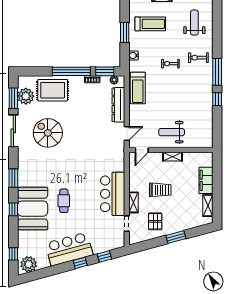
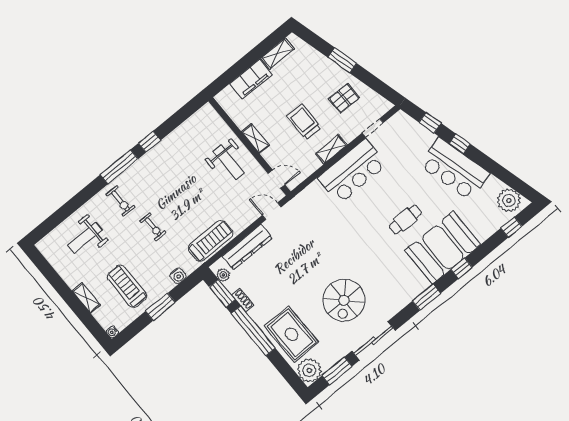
plant: (26, 96) -> (309, 370), moved
shelving: (134, 202) -> (331, 149), moved

